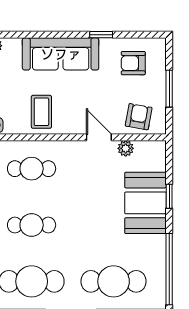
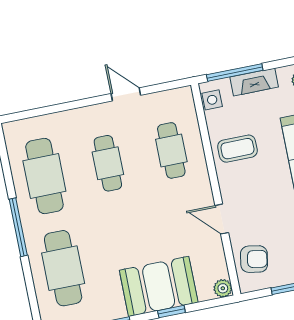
door: (99, 137) -> (222, 219), swing flipped
plant: (126, 148) -> (223, 288), moved

